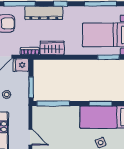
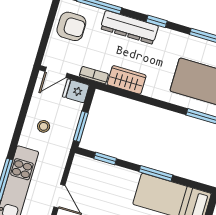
window: (53, 104) -> (105, 158), width x0.46
window: (101, 104) -> (156, 173), moved

